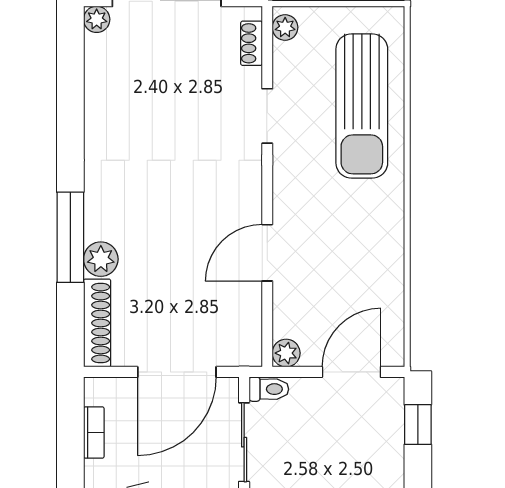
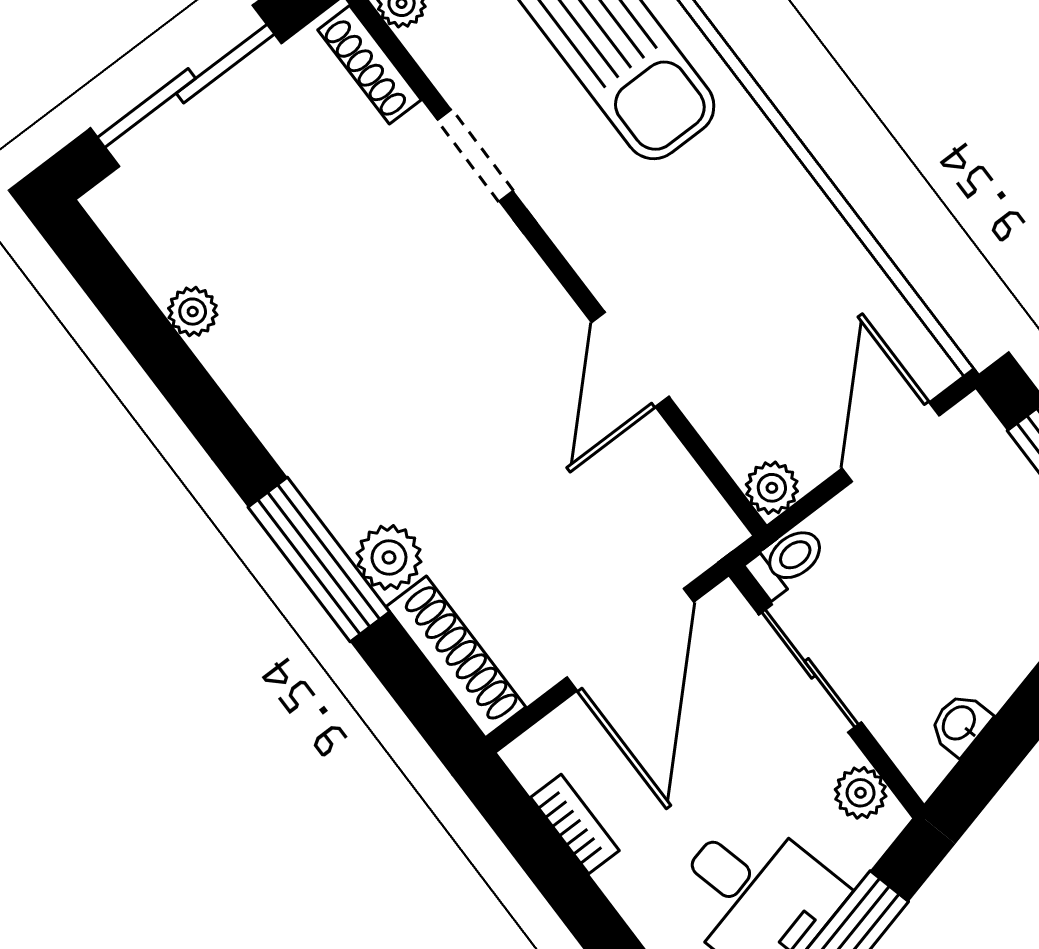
plant: (97, 19) -> (193, 312), moved
shoe rack: (252, 43) -> (369, 65), width x1.43

